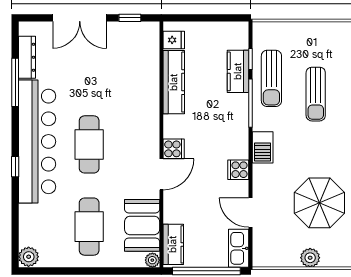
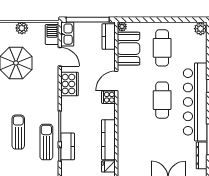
barbecue: (263, 147) -> (52, 34), moved
cooker: (238, 170) -> (69, 84), width x1.87, depth x1.31

